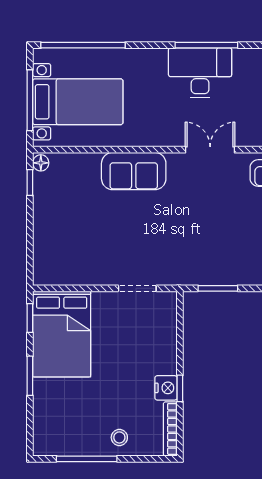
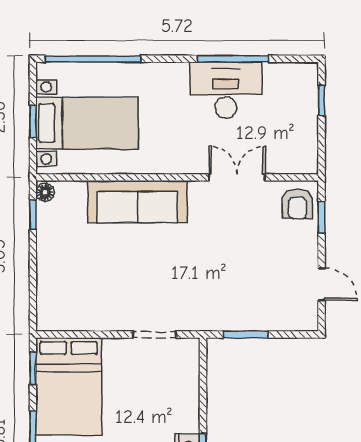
window: (30, 100) -> (33, 121), width x0.46
sofa: (134, 171) -> (137, 202), width x1.36

